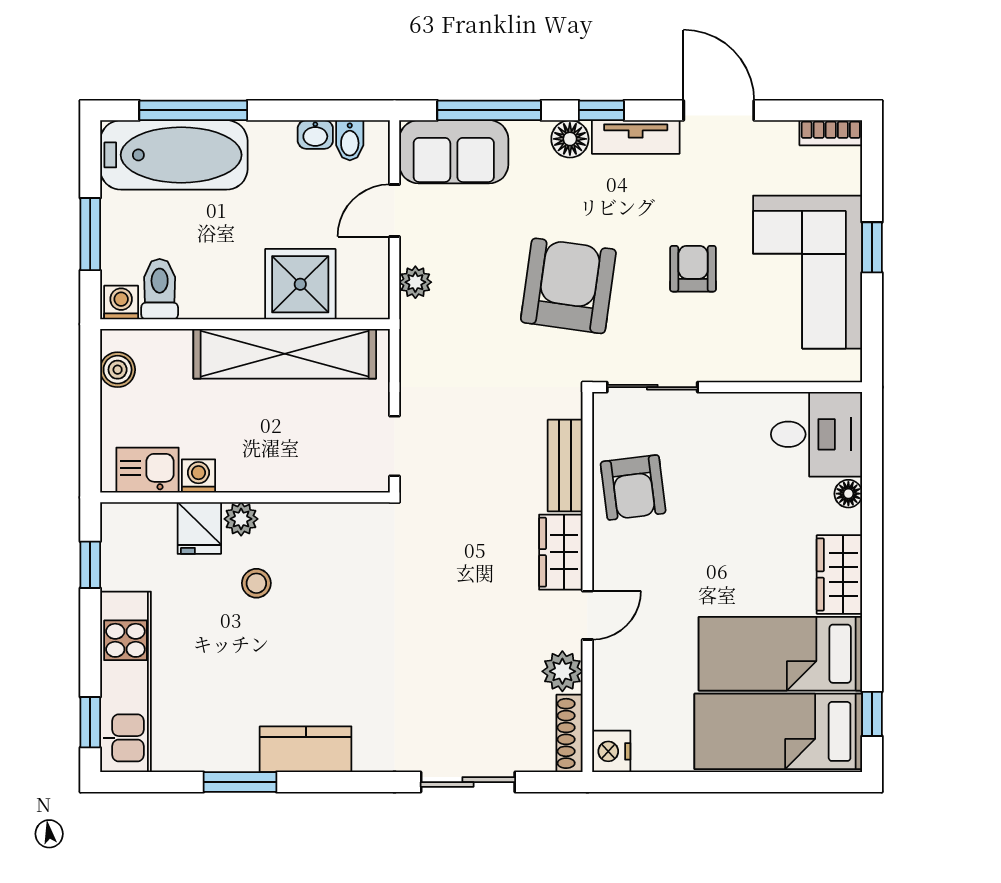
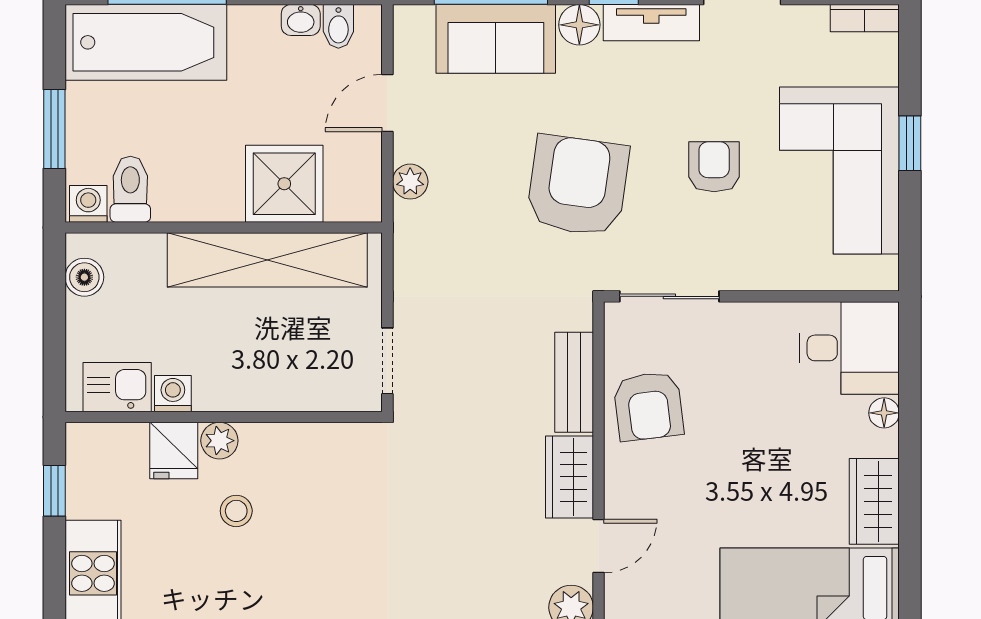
sofa: (454, 152) -> (496, 39), moved

